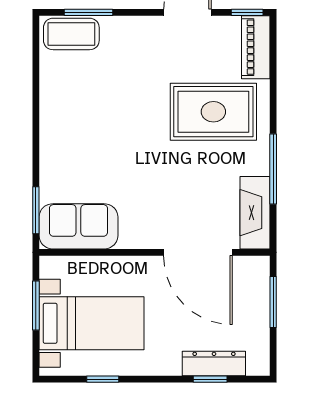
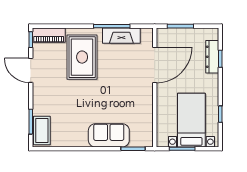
fireplace: (255, 213) -> (121, 36), moved
sofa: (78, 226) -> (109, 135), moved, turned 90

